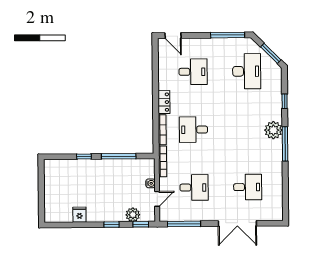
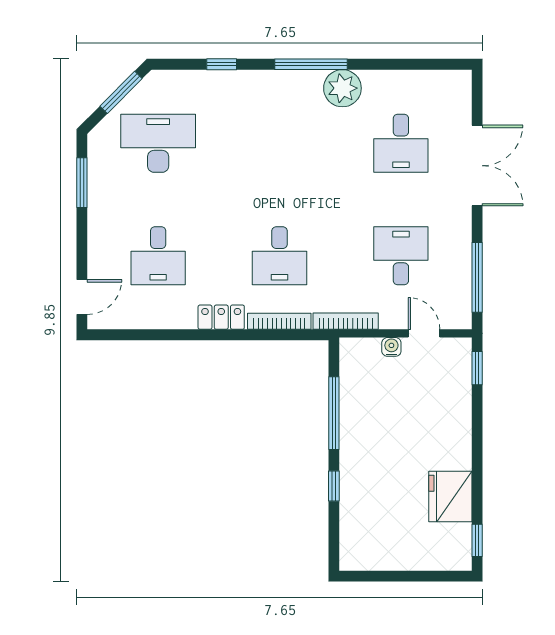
window: (228, 35) -> (82, 183), width x0.69
desk: (193, 72) -> (158, 256), turned 180
plant: (273, 130) -> (342, 88), moved
desk: (248, 187) -> (401, 143), turned 180
fridge: (79, 215) -> (450, 496), width x1.88, depth x1.34
plant: (133, 215) -> (457, 385), removed
window: (111, 225) -> (477, 540), moved

